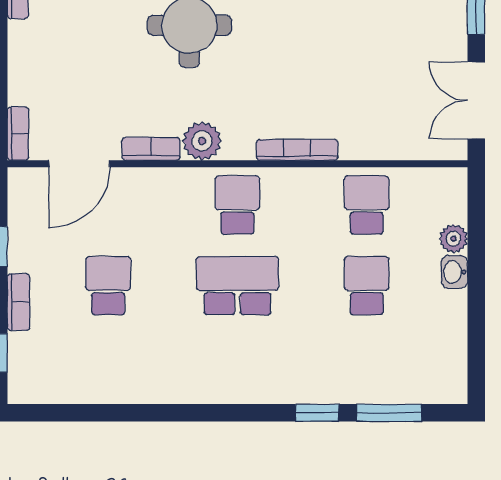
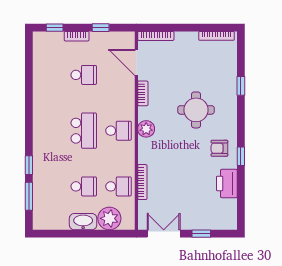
bookcase: (18, 134) -> (156, 36), width x1.56
plant: (202, 141) -> (146, 129), moved
bookcase: (297, 150) -> (142, 182), moved
plant: (453, 239) -> (109, 218), width x1.88, depth x1.88
washbasin: (454, 272) -> (83, 222), width x1.91, depth x1.45

